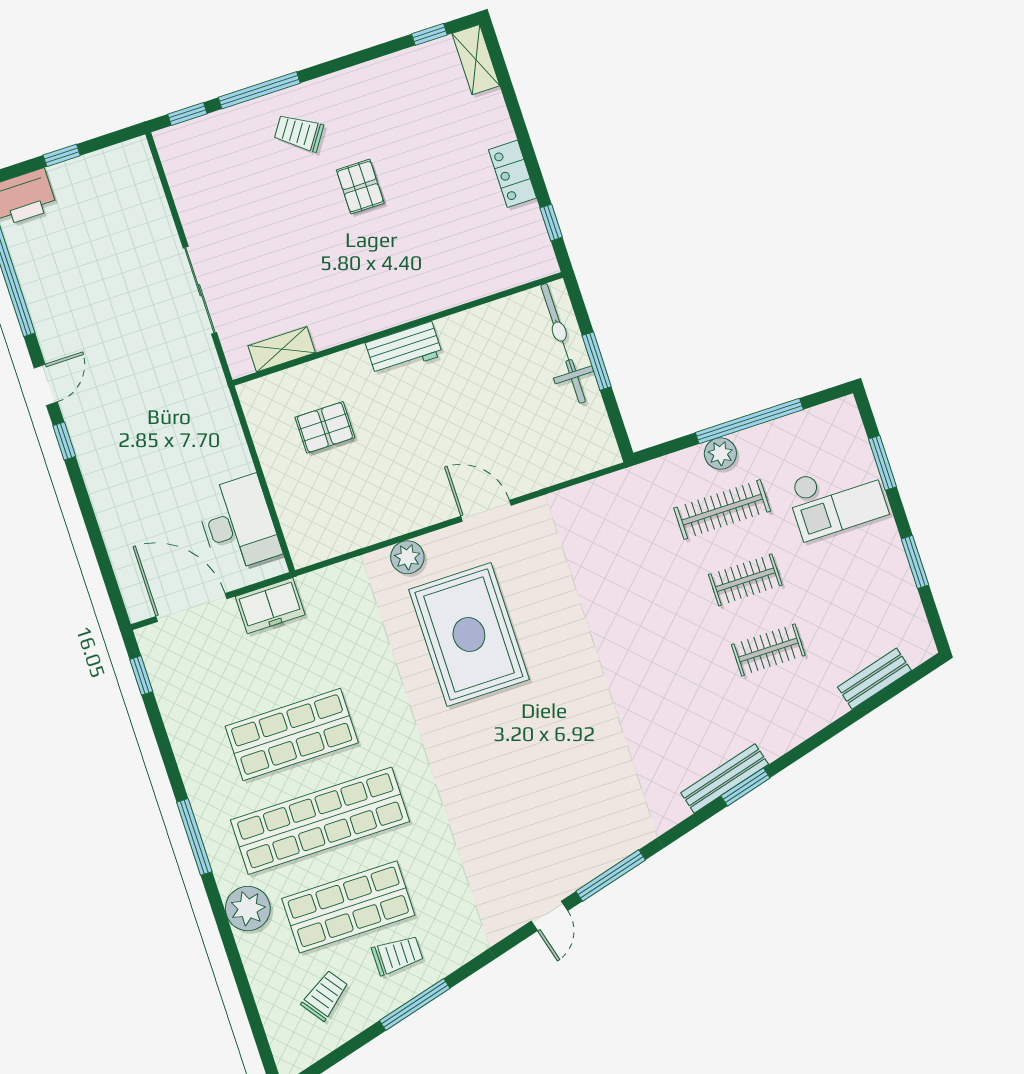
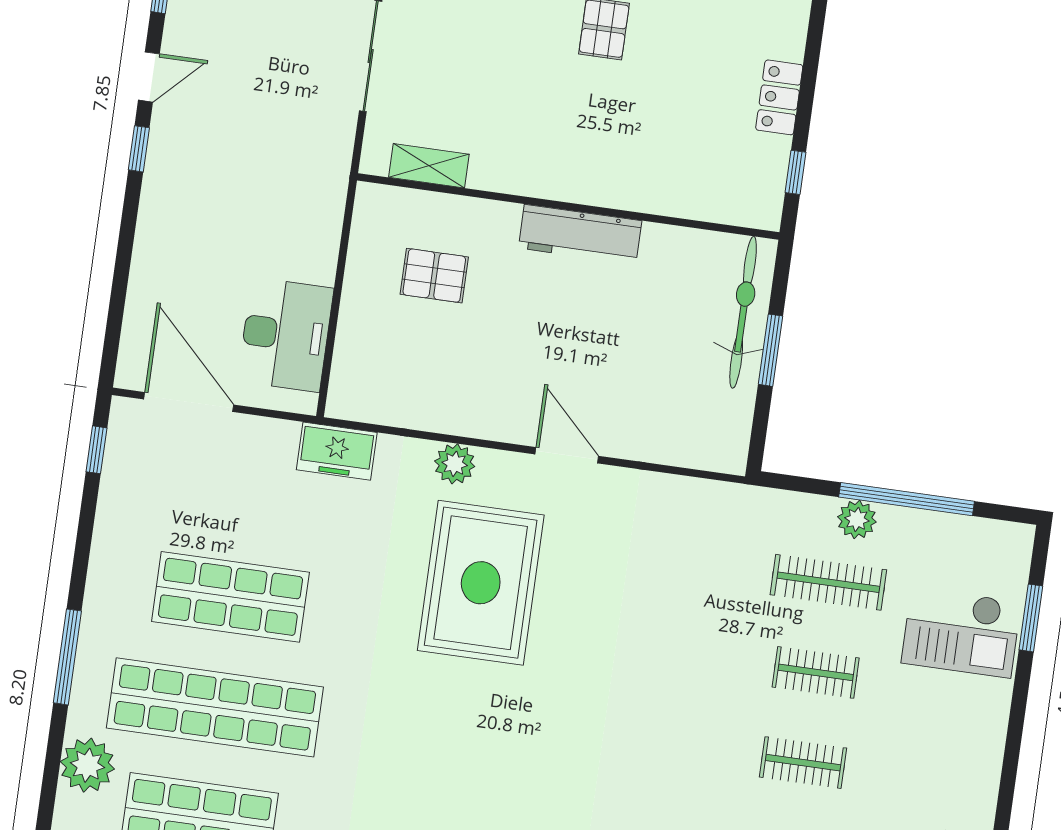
workbench: (404, 349) -> (580, 234), width x1.38
window: (915, 562) -> (1013, 745), removed
freezer: (270, 606) -> (337, 451), moved

